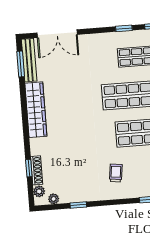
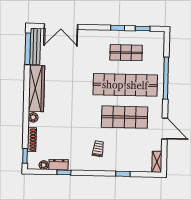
window: (21, 64) -> (28, 49), width x1.44
window: (29, 168) -> (25, 156), moved
plant: (39, 191) -> (33, 117), moved
dresser: (71, 197) -> (59, 165), added

